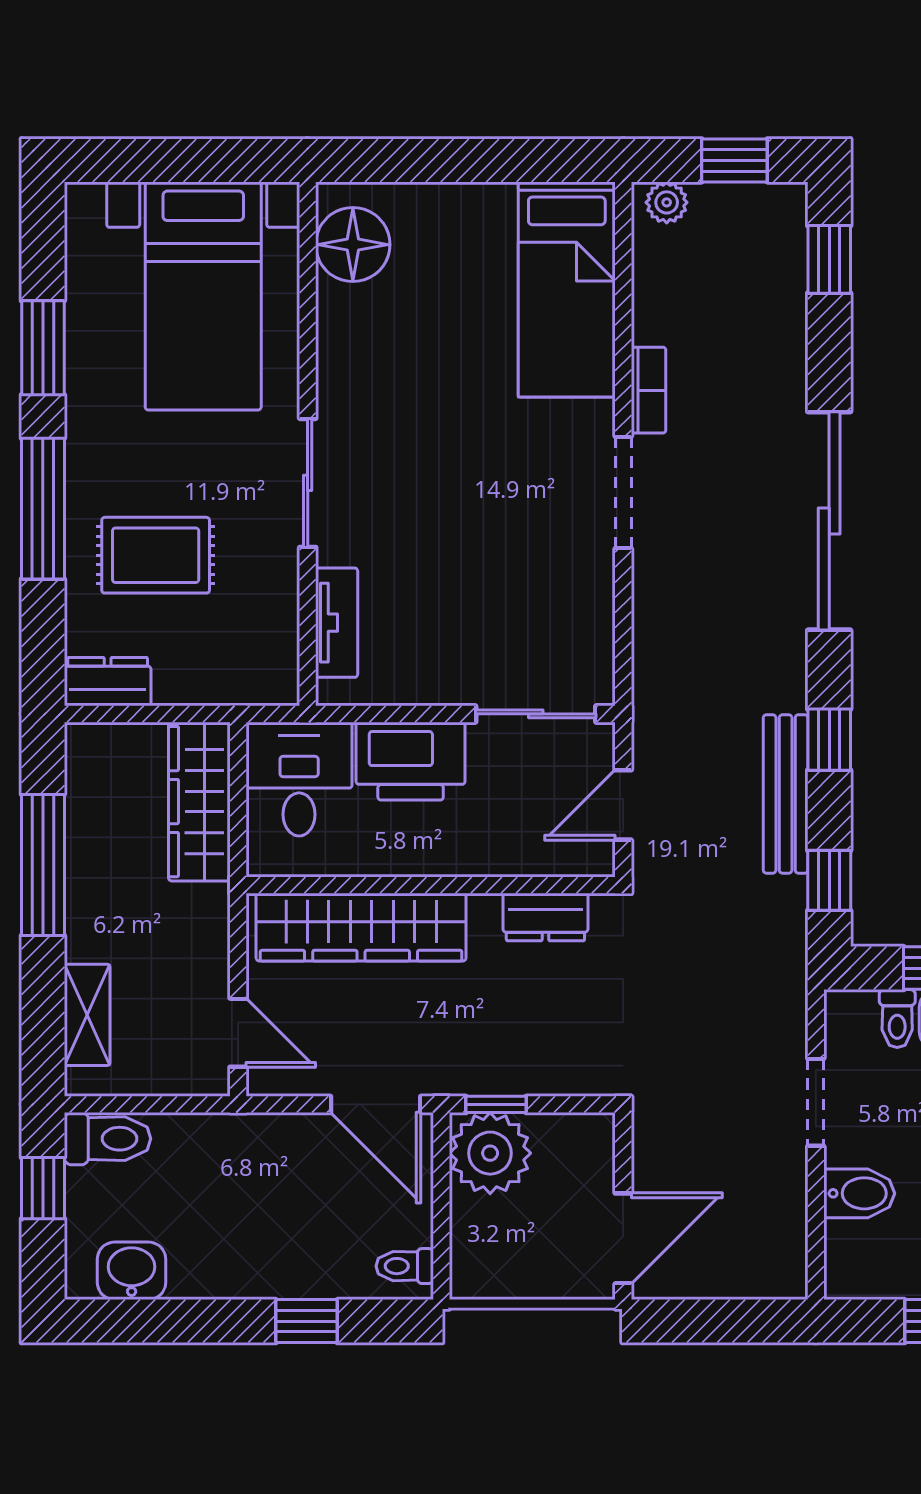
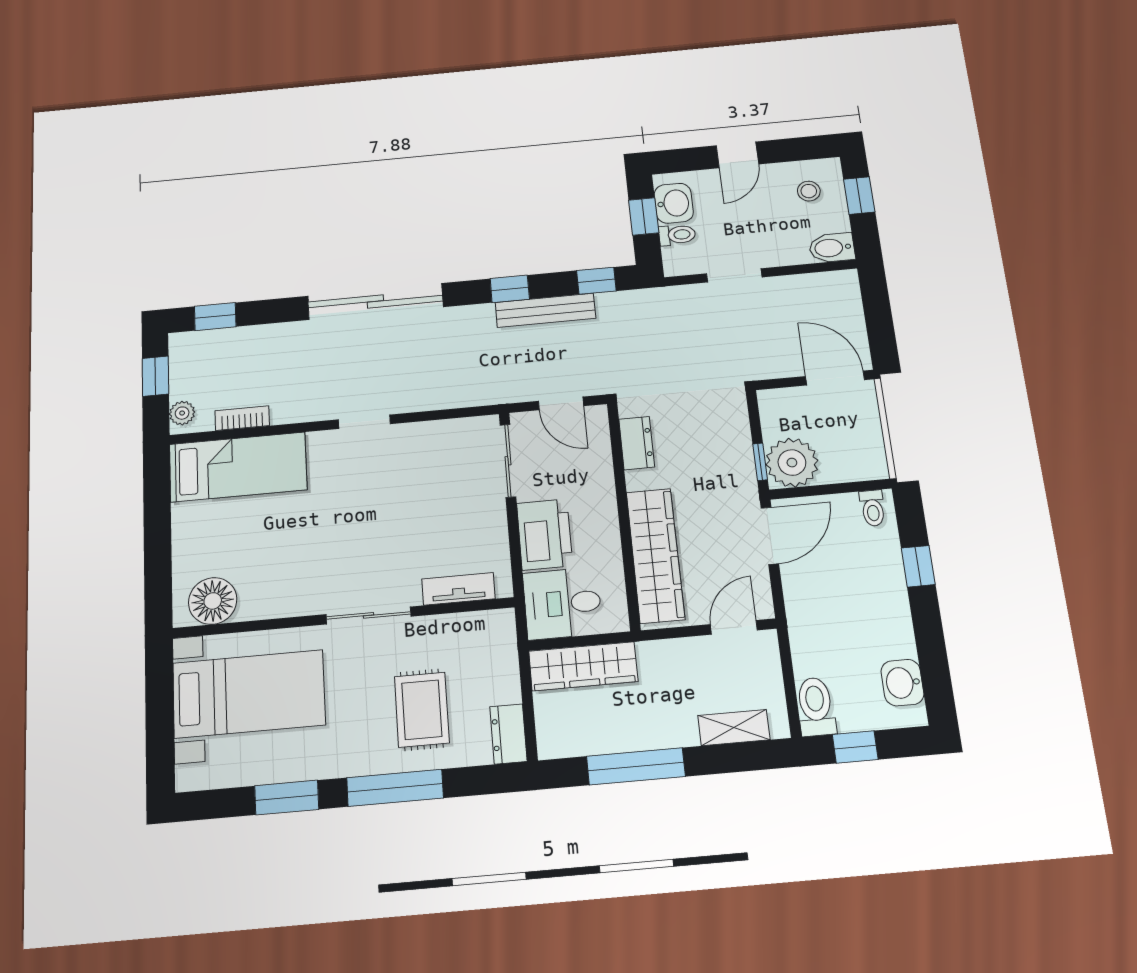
bookcase: (648, 390) -> (242, 418), moved
doorway: (623, 493) -> (364, 422), width x0.73
bidet: (859, 1193) -> (832, 248), moved, turned -90

